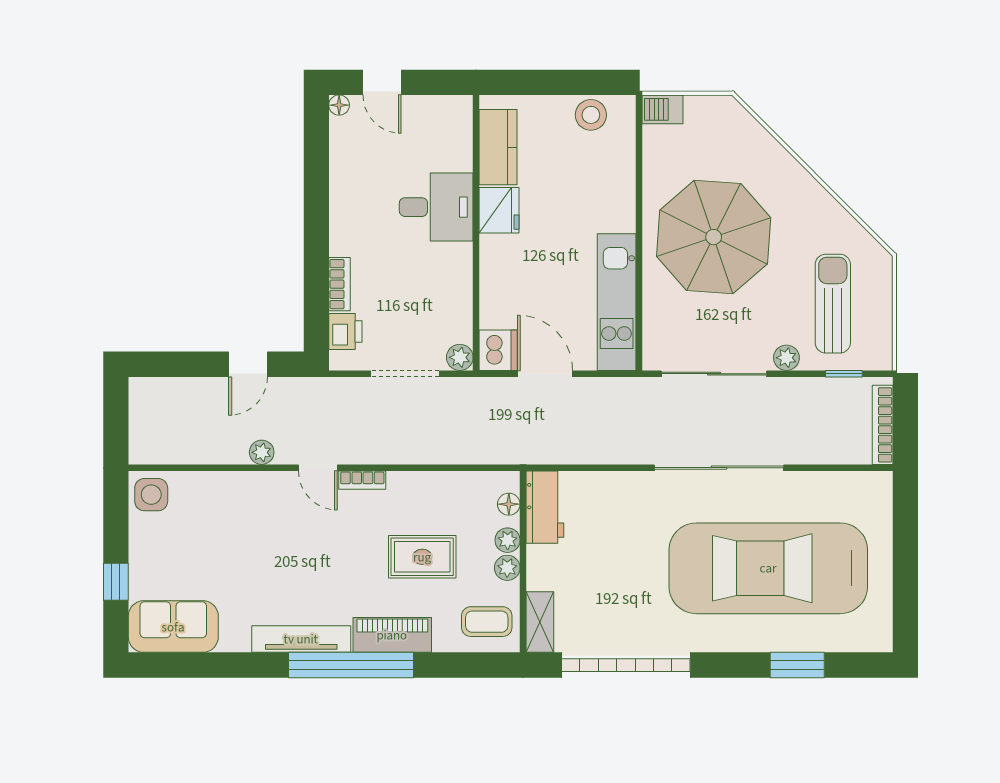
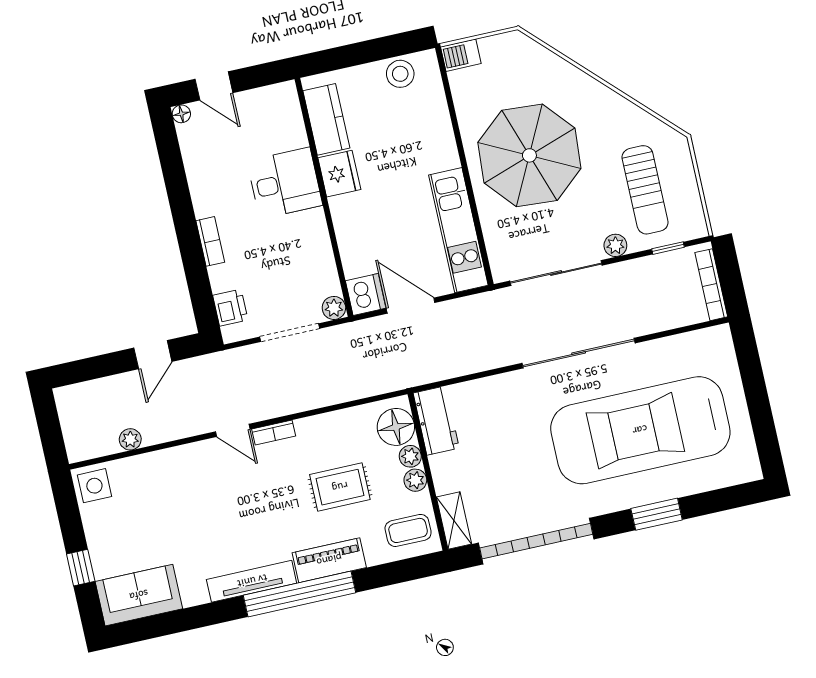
bookcase: (340, 284) -> (210, 241), moved
sun lounger: (833, 304) -> (645, 190), turned 180
plant: (262, 452) -> (130, 439), moved
floor lamp: (509, 504) -> (396, 427), width x1.89, depth x1.89
window: (797, 665) -> (657, 514), moved

